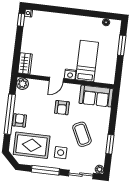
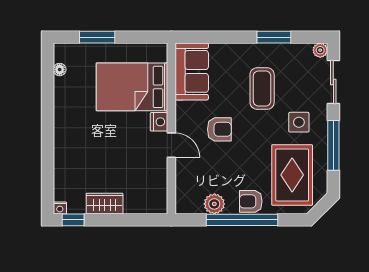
bed: (87, 61) -> (132, 87), width x1.50
wardrobe: (25, 63) -> (105, 204), moved
plant: (22, 84) -> (214, 204), moved
coffee table: (82, 134) -> (262, 88), turned -64

